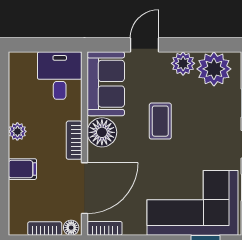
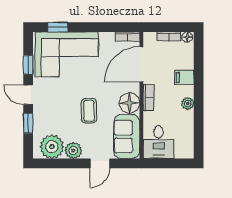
floor lamp: (71, 228) -> (187, 37), moved

